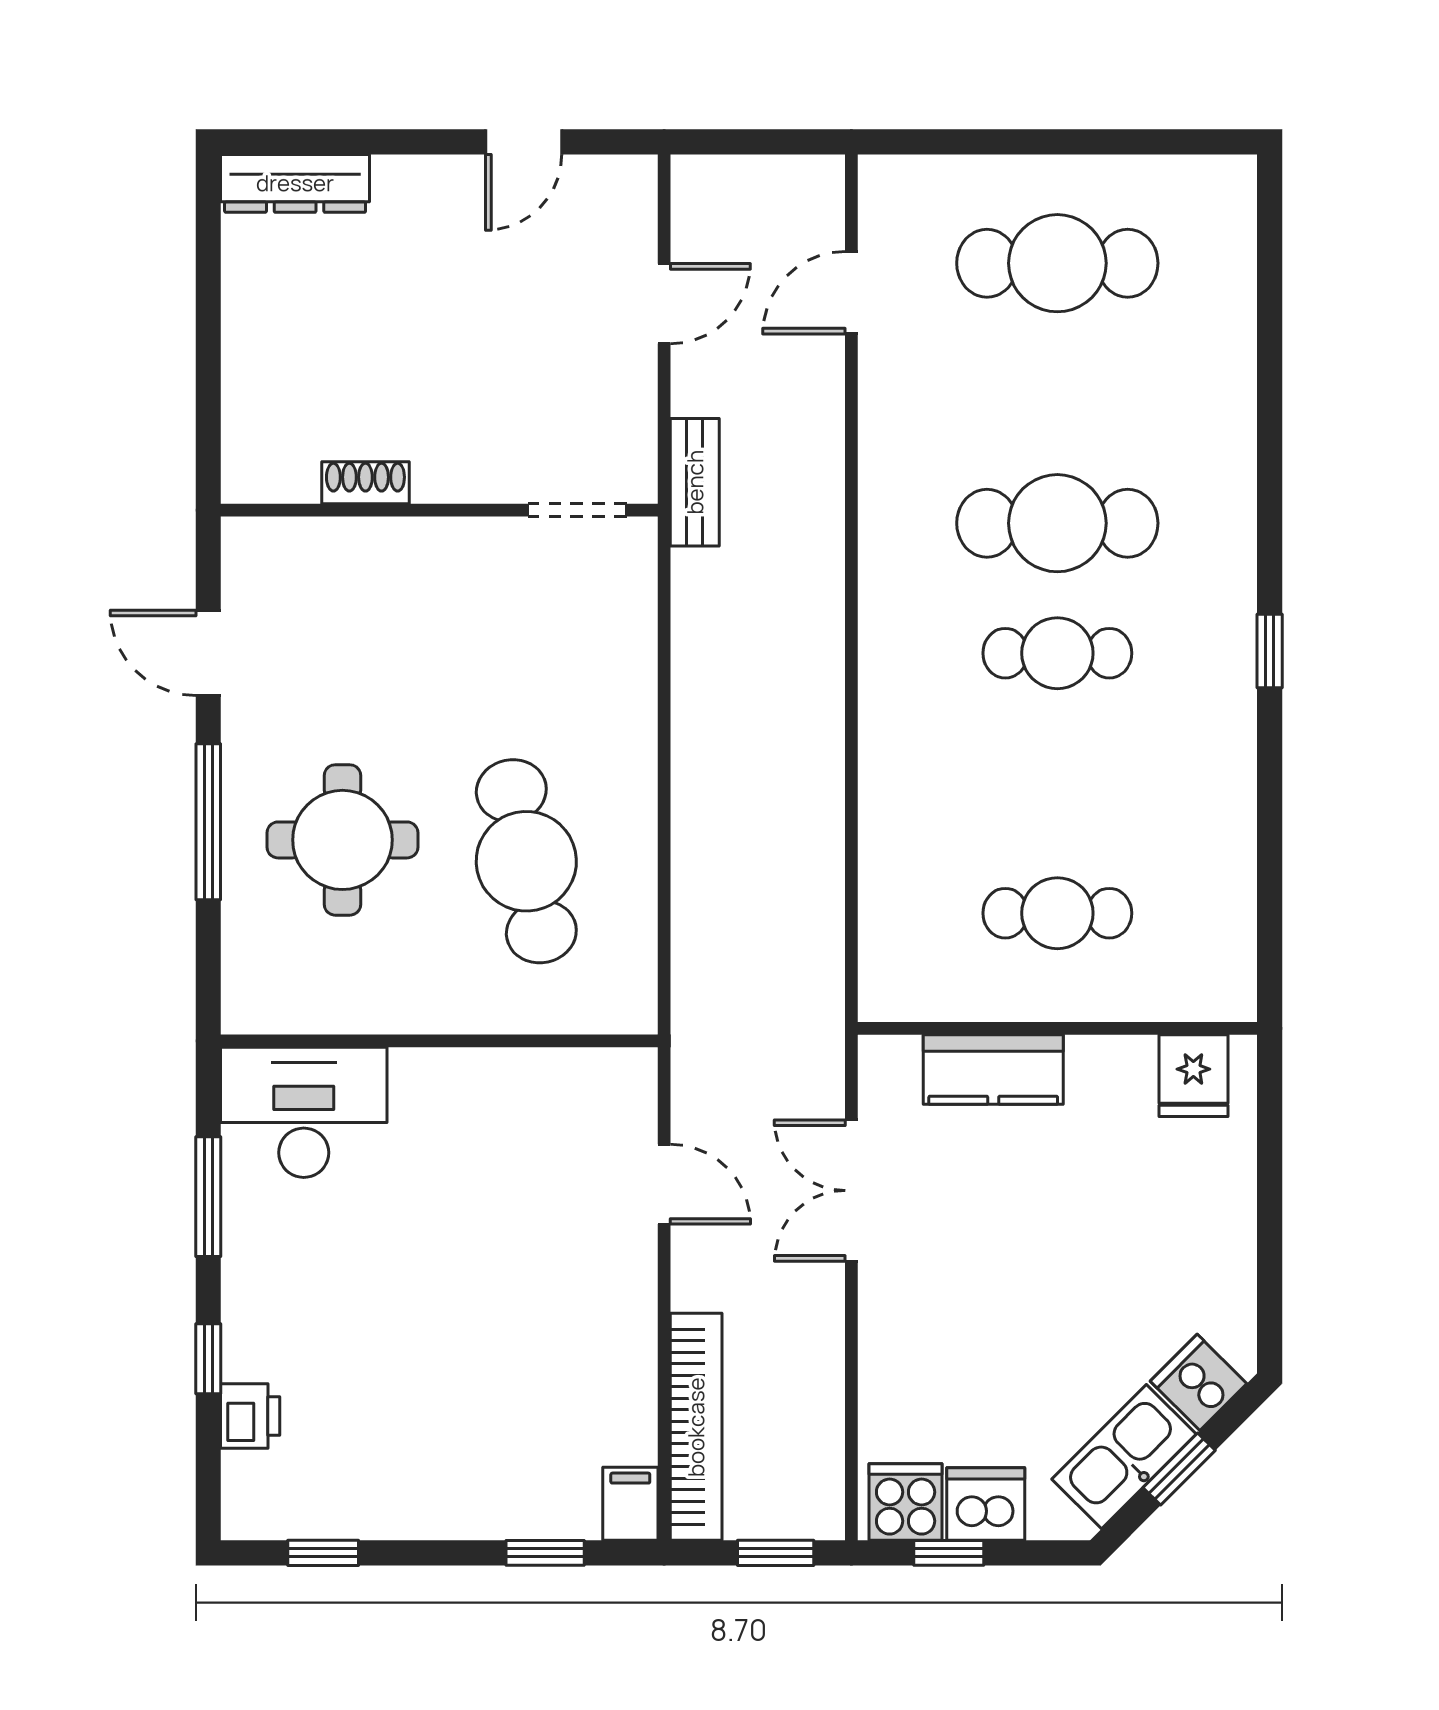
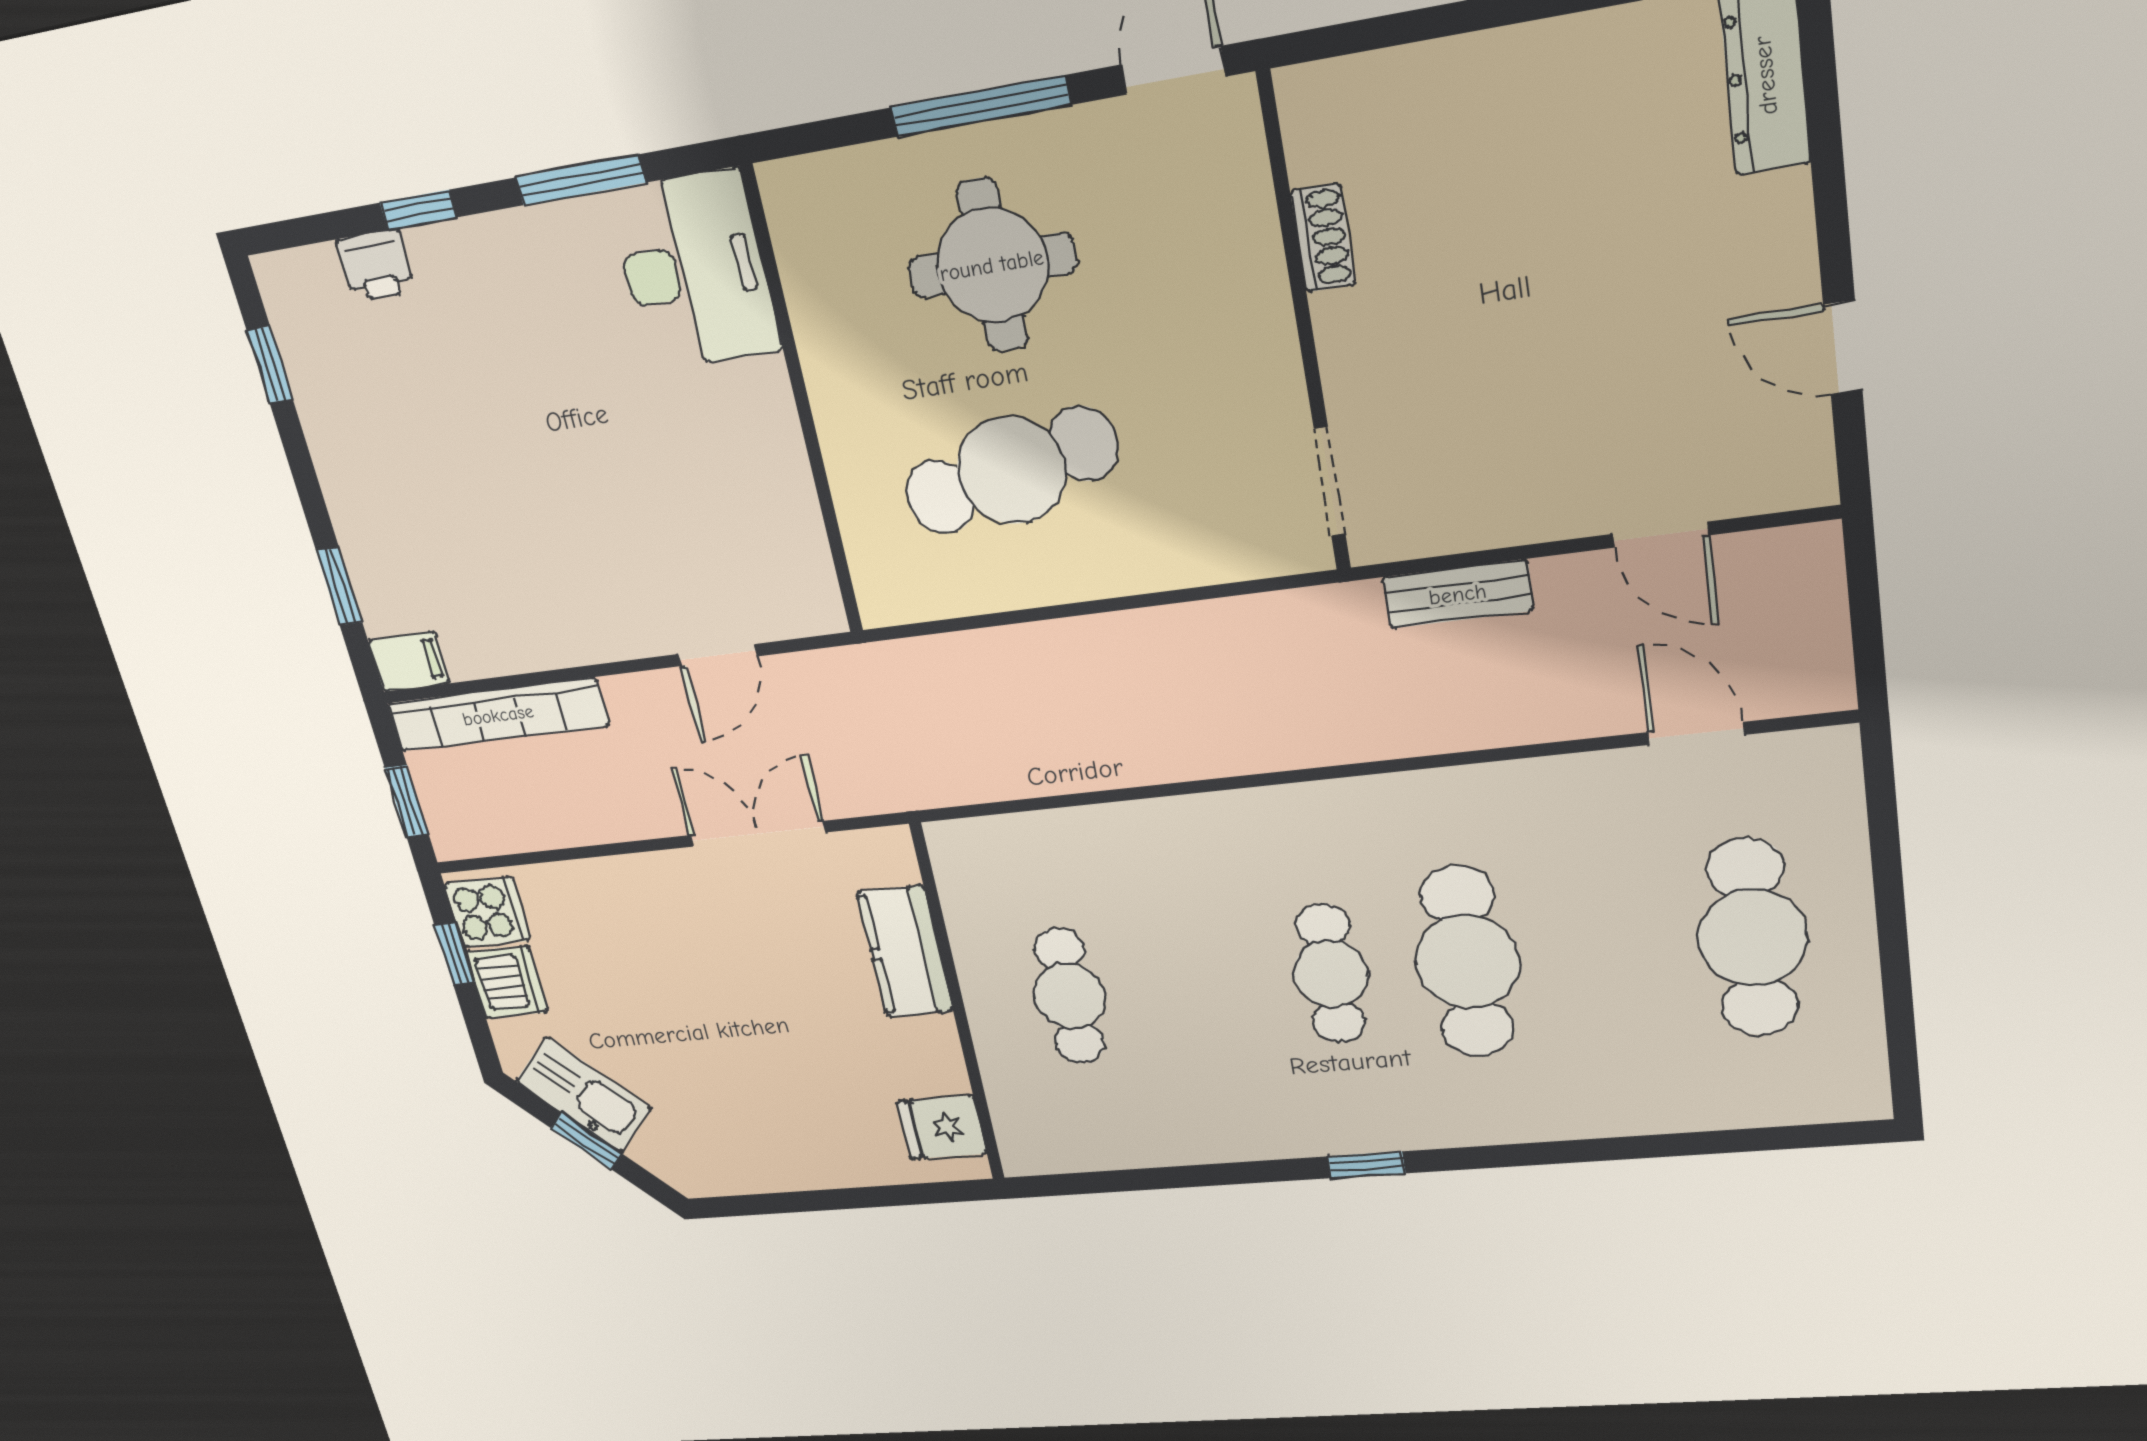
shoe rack: (365, 483) -> (1323, 238), moved
wall: (439, 510) -> (1305, 328), moved
doorway: (577, 510) -> (1330, 482), moved
cooker: (1199, 1382) -> (666, 1151), removed

